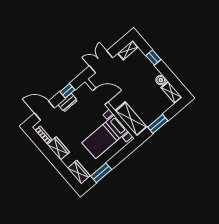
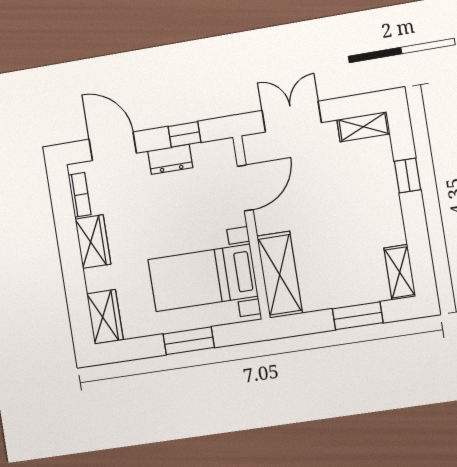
boiler: (161, 80) -> (393, 232), removed
door: (100, 96) -> (245, 188), hinge flipped
window: (158, 124) -> (358, 316), moved
window: (101, 173) -> (189, 341), moved

